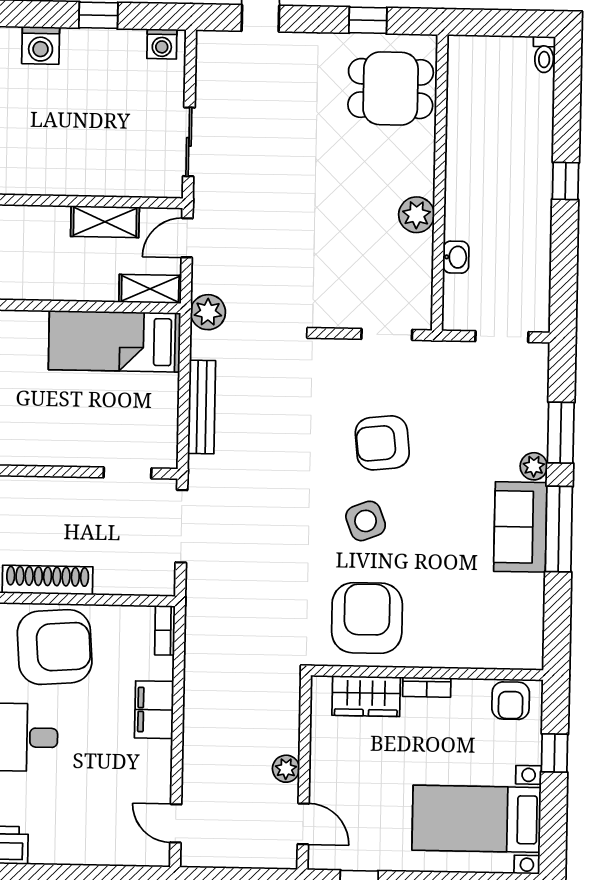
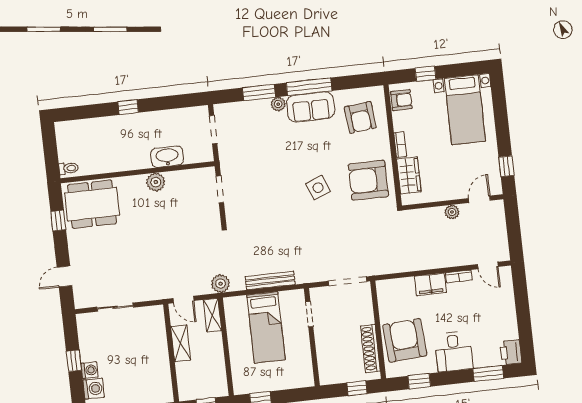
washing machine: (162, 44) -> (90, 370), moved
toilet: (544, 54) -> (69, 168), moved
dining table: (391, 89) -> (92, 204), width x1.38
sliding door: (189, 142) -> (115, 307), moved
washbasin: (456, 257) -> (167, 157), width x1.91, depth x1.45
bed: (115, 341) -> (266, 327), moved
armchair: (382, 443) -> (360, 117), moved
doorway: (181, 526) -> (347, 281), moved
bookcase: (165, 630) -> (459, 276), moved
door: (176, 823) -> (488, 265), hinge flipped

